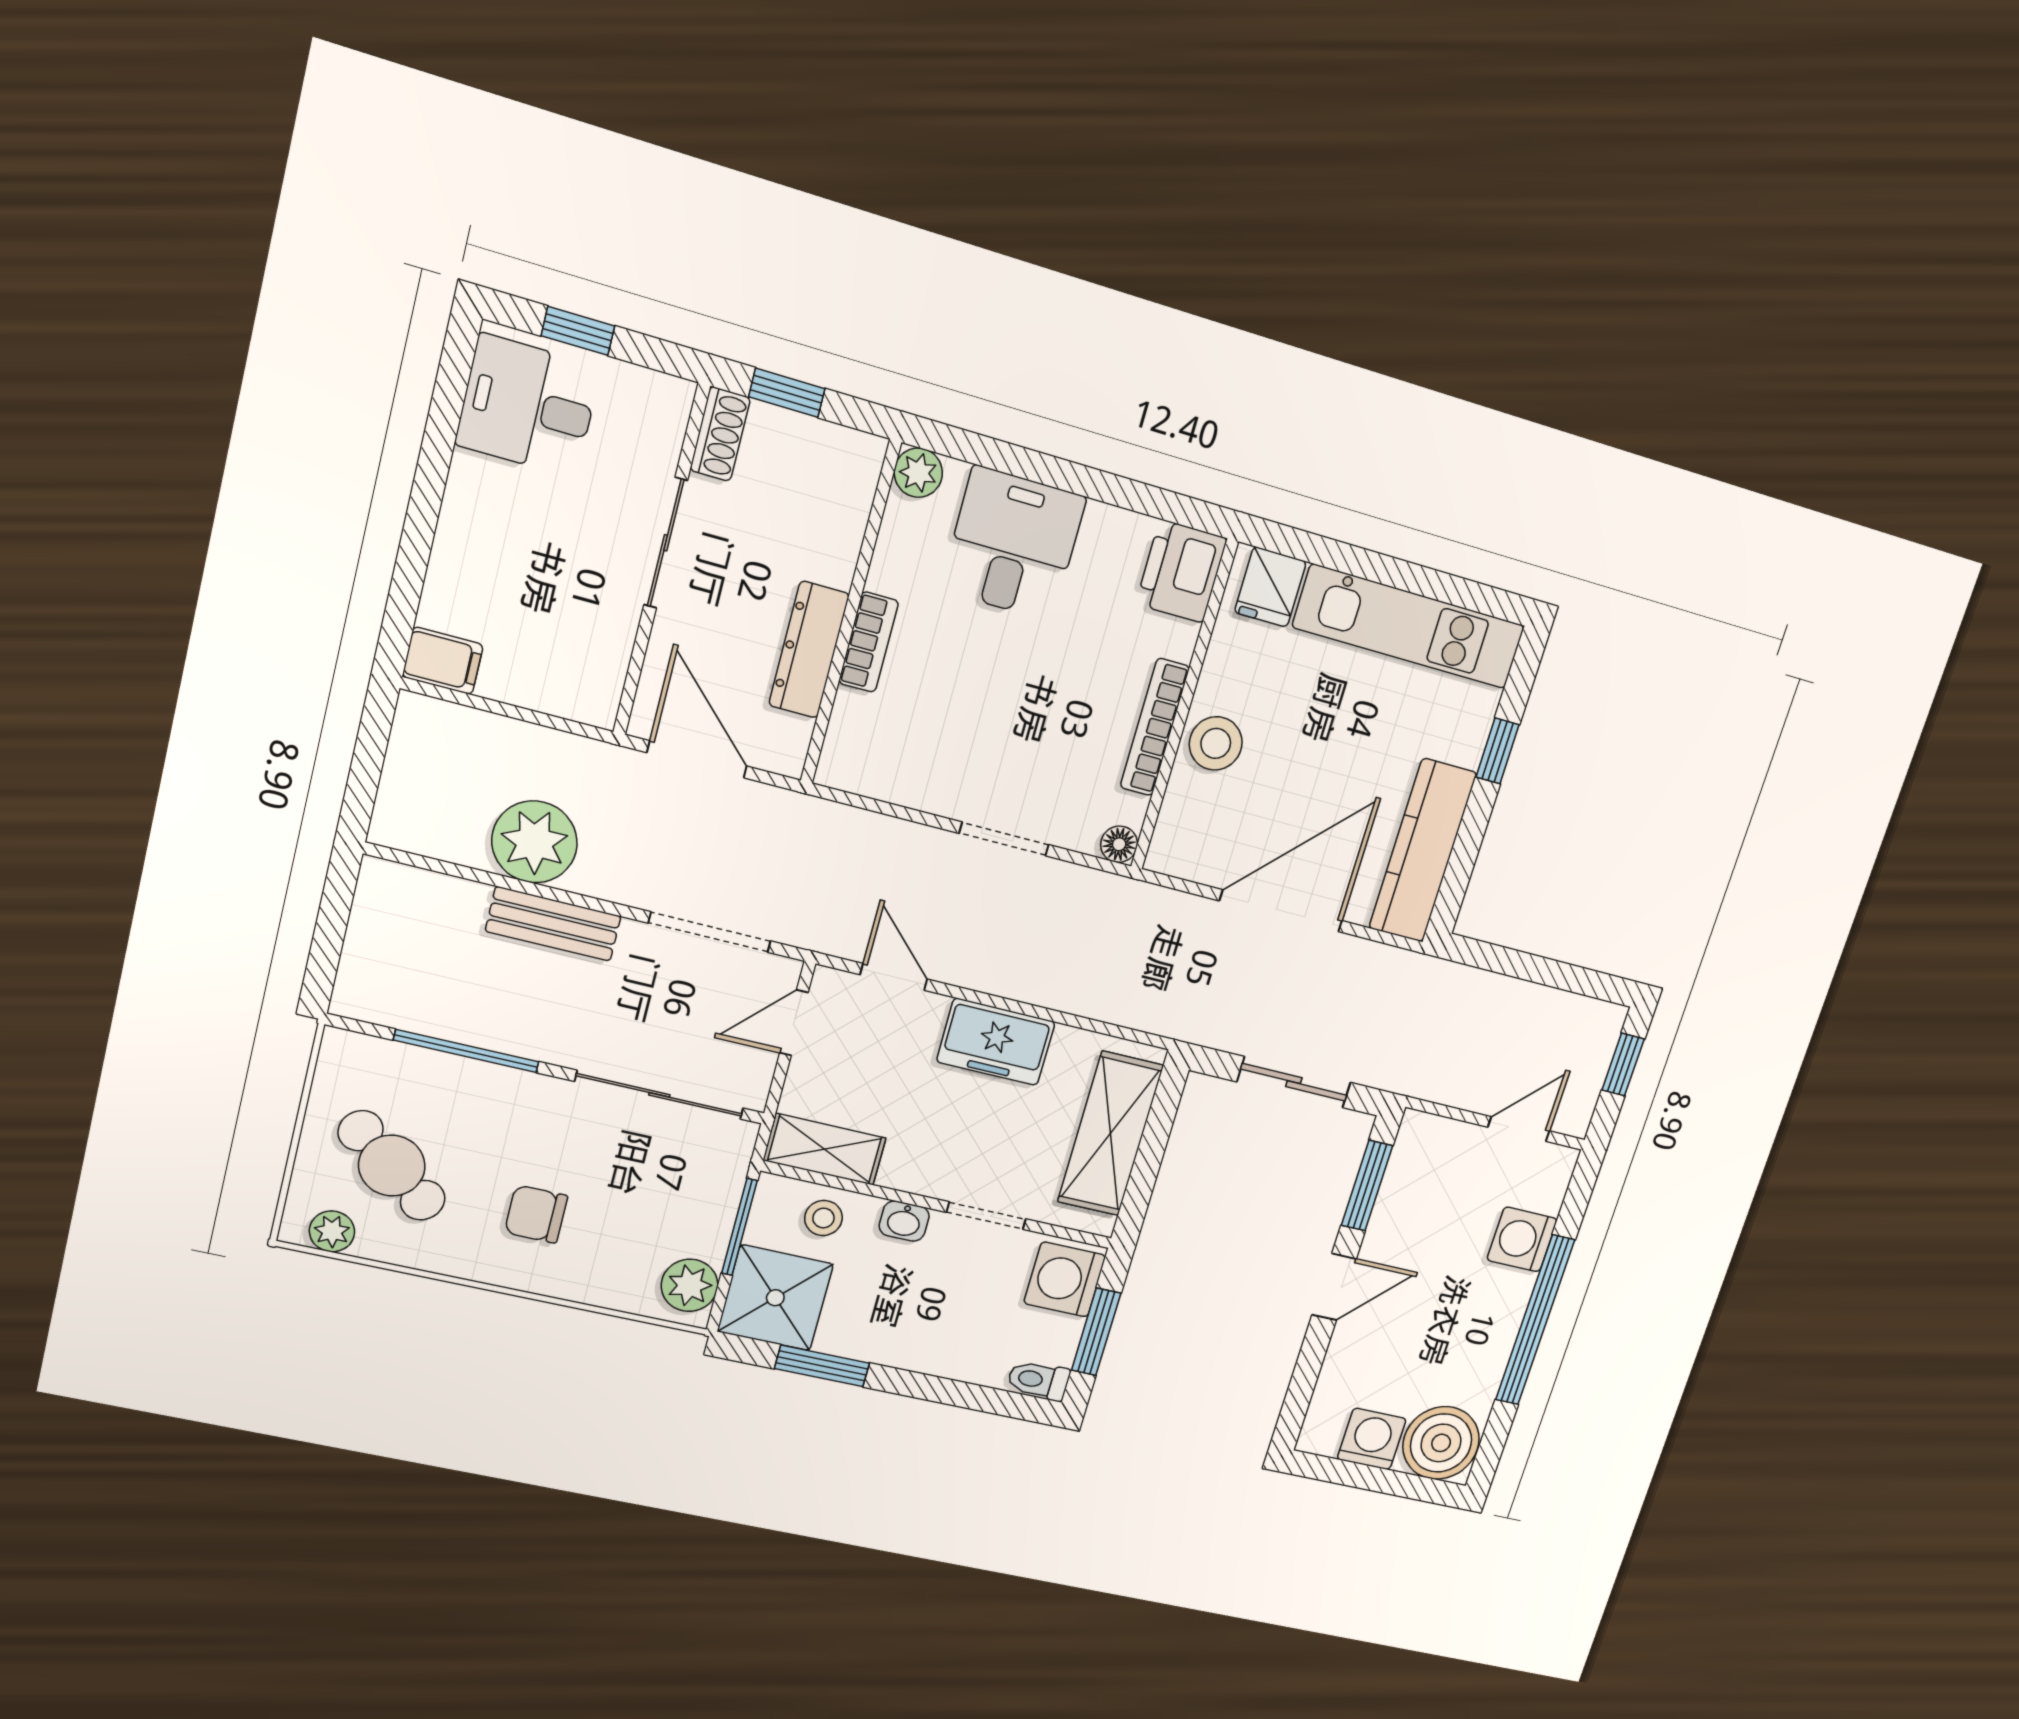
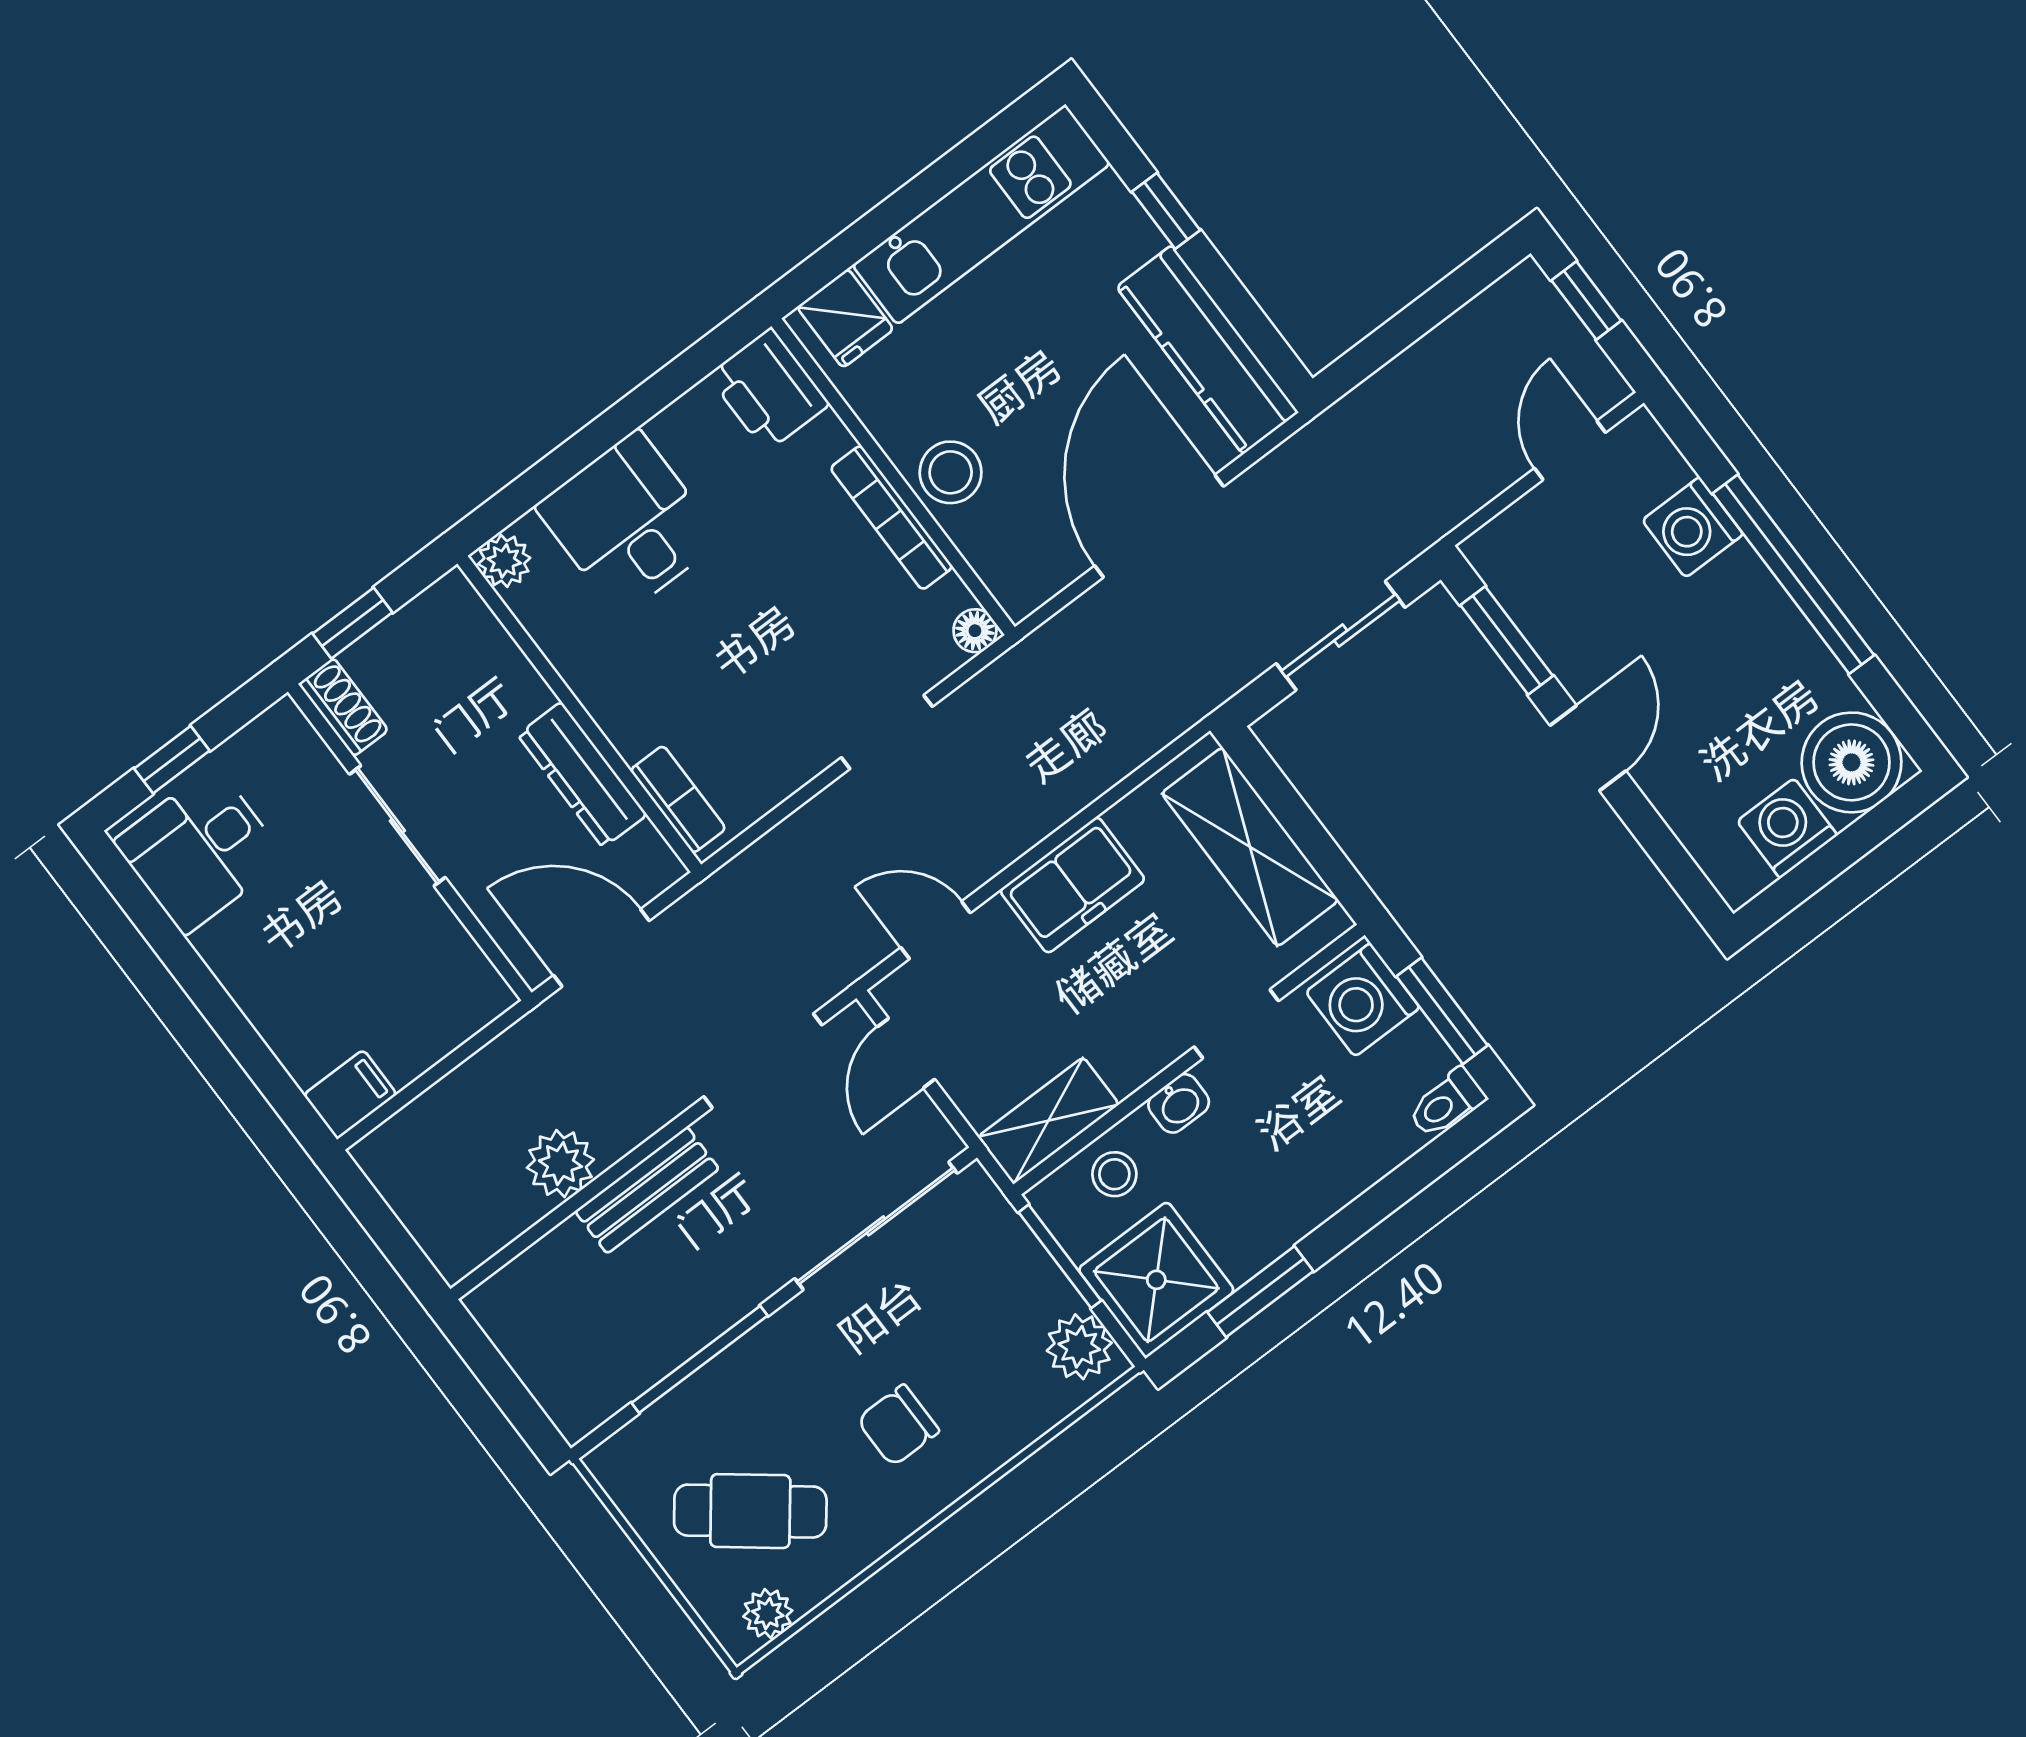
bookcase: (869, 642) -> (678, 799), moved
plant: (534, 842) -> (560, 1164), width x0.73, depth x0.73

